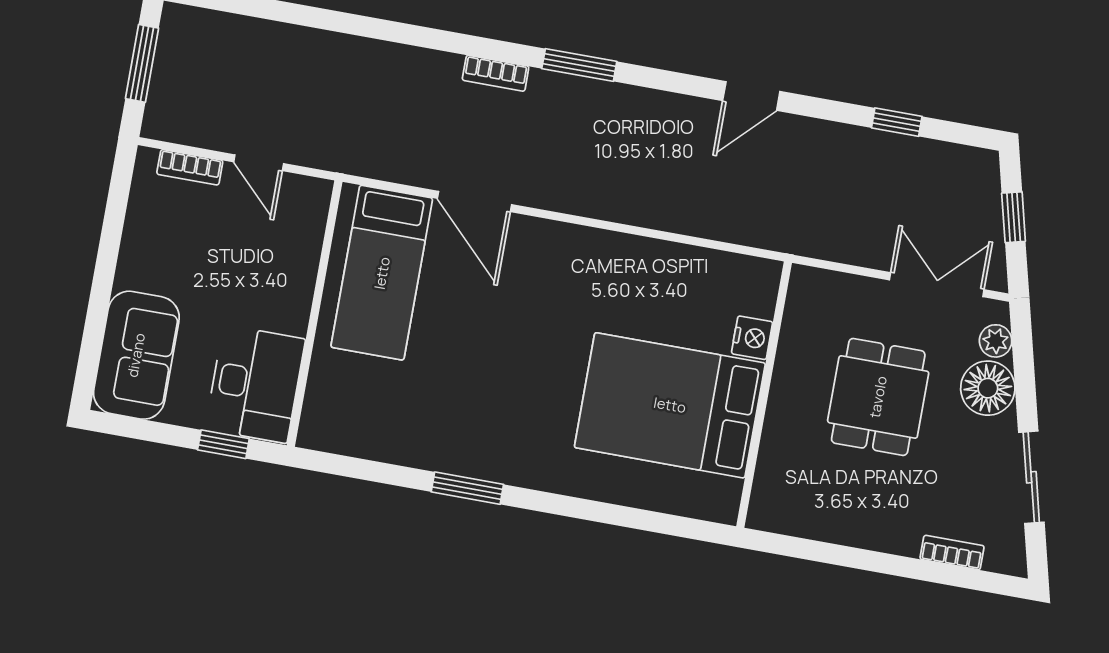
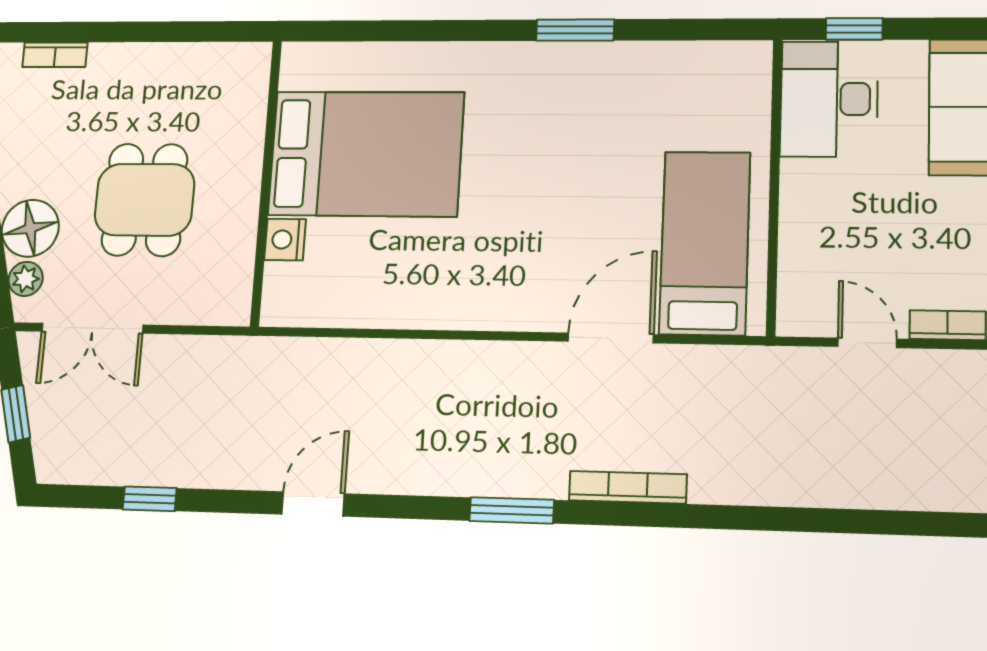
bookcase: (496, 73) -> (628, 487), width x1.56
door: (474, 202) -> (611, 338), hinge flipped

